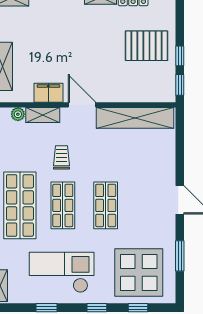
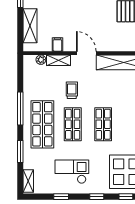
filing cabinet: (48, 93) -> (57, 44), width x0.50
checkout: (62, 272) -> (72, 172), width x0.73, depth x0.83

